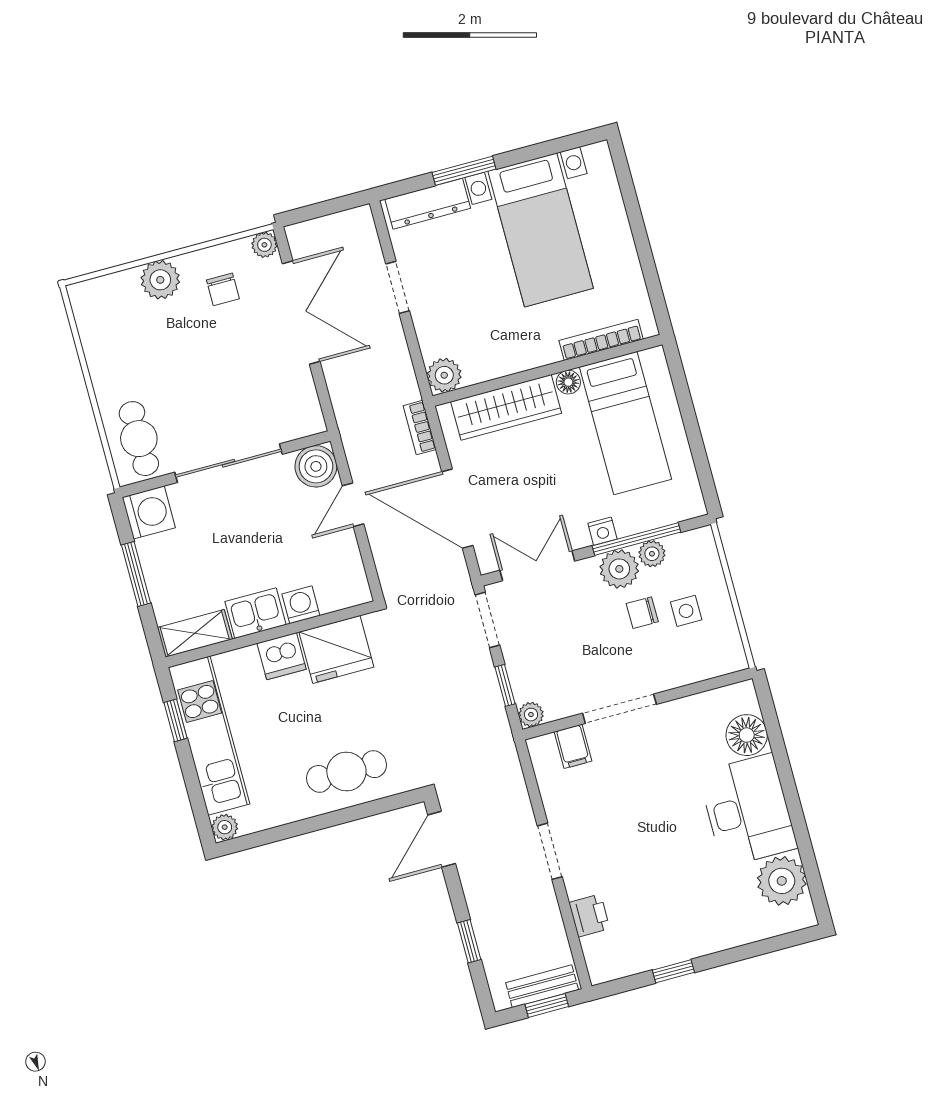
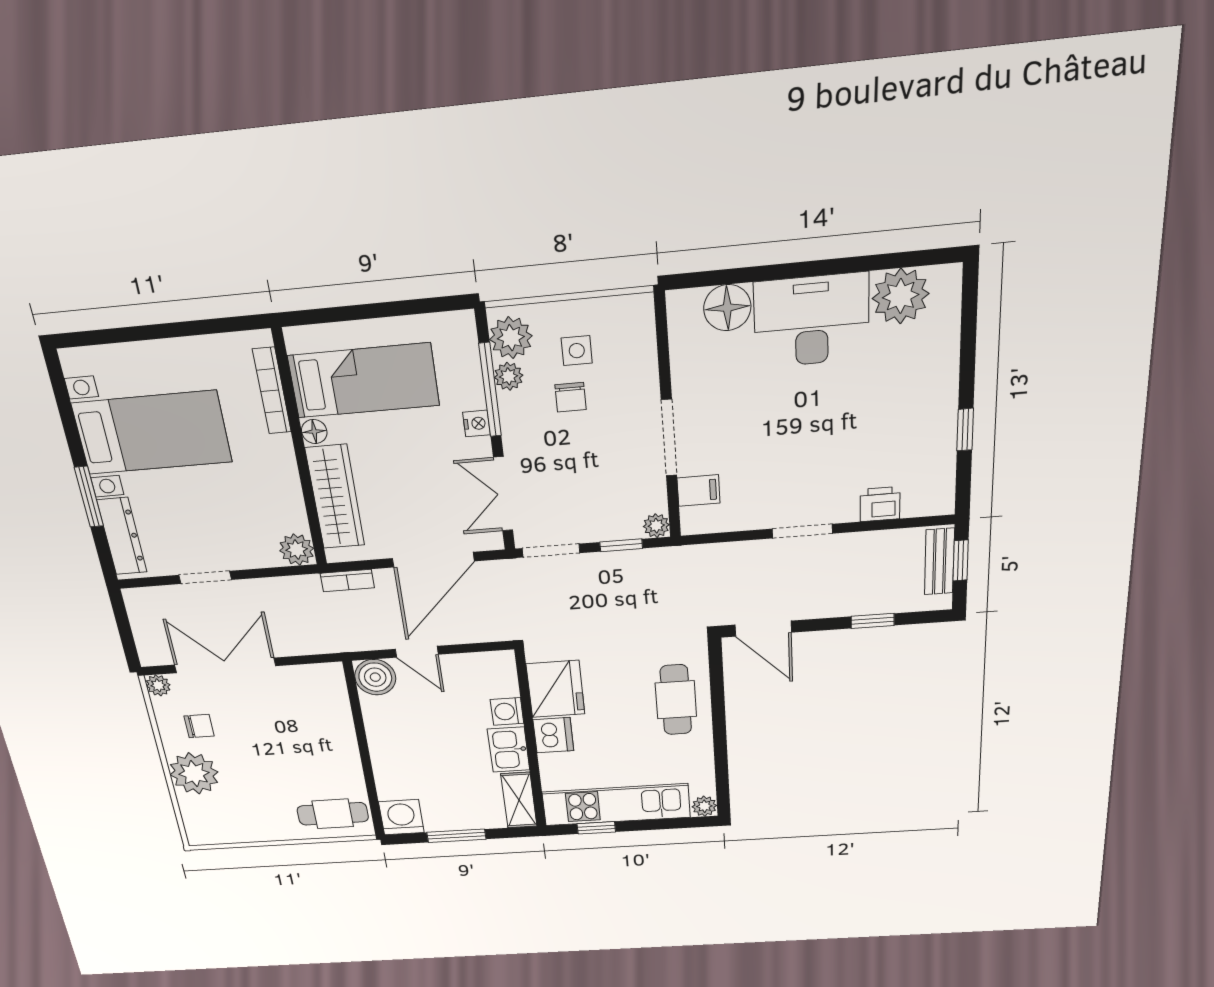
plant: (160, 280) -> (194, 773), width x1.36, depth x1.36
sliding door: (228, 463) -> (364, 748), removed
plant: (619, 569) -> (511, 338), moved

